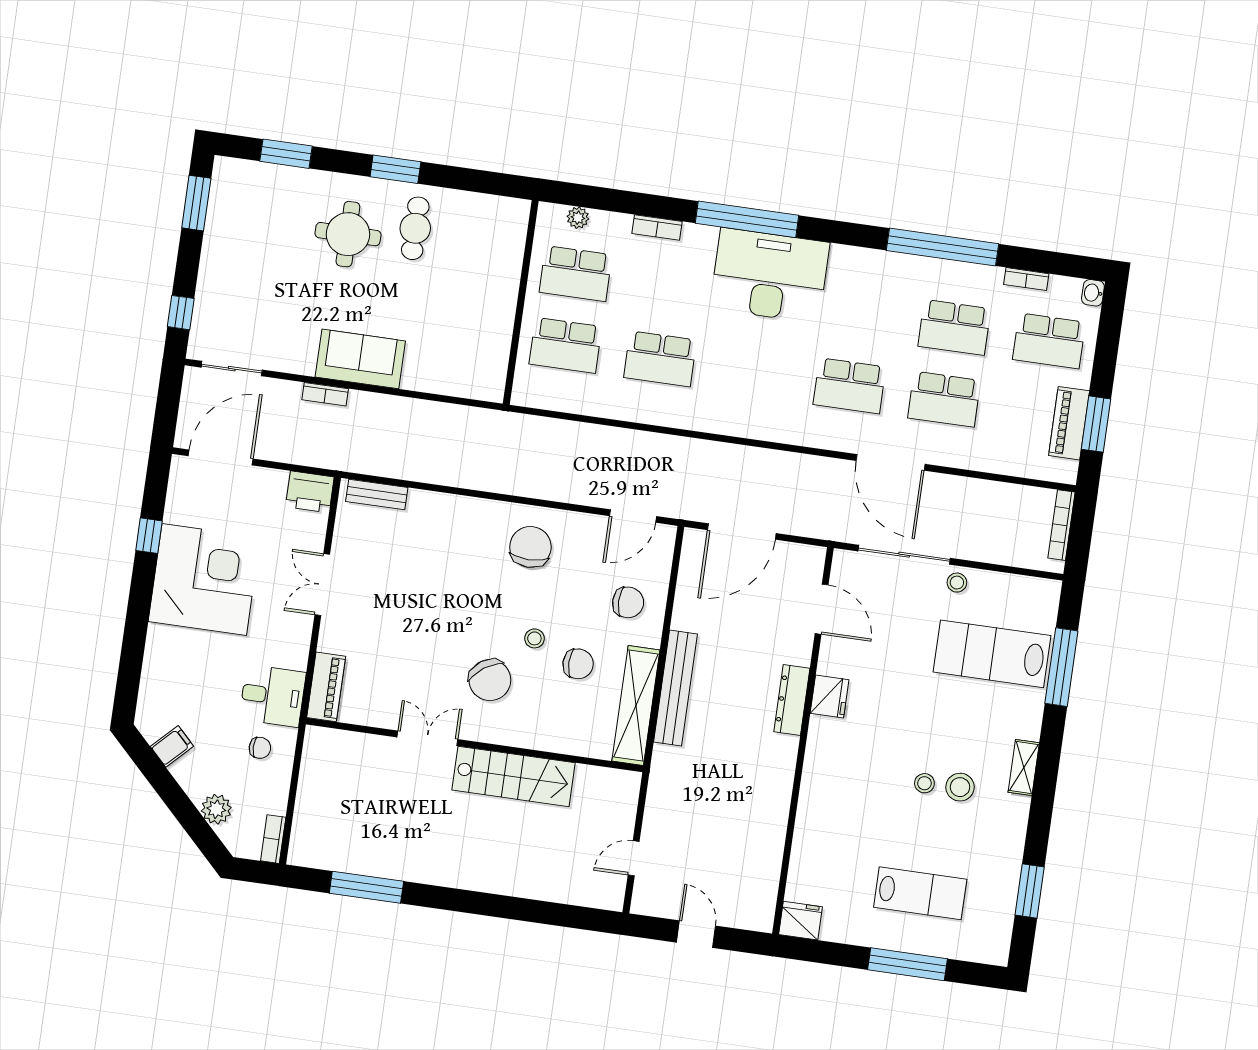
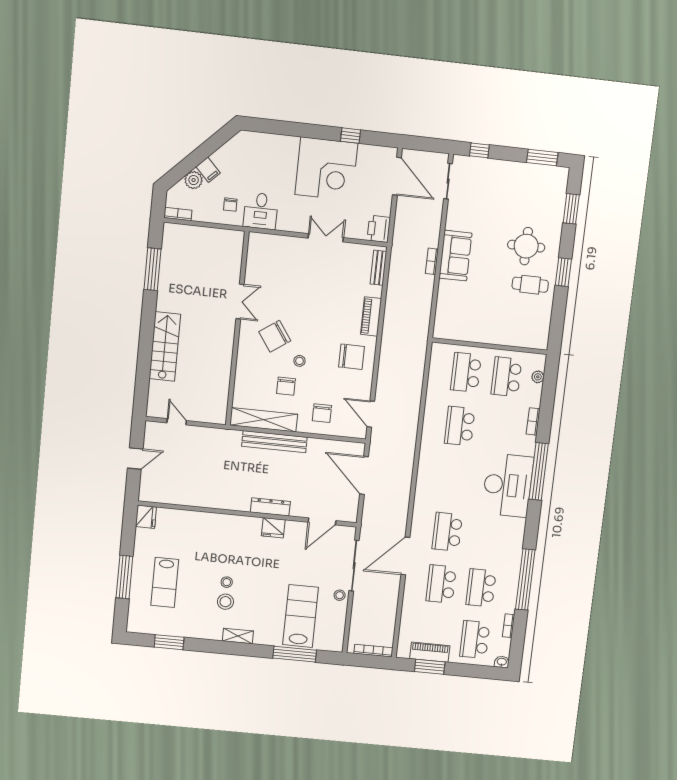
bookcase: (325, 394) -> (432, 261), moved
piano: (326, 687) -> (371, 316), moved, turned 90
filing cabinet: (172, 746) -> (208, 170), moved
stairs: (513, 776) -> (165, 346), moved, turned 180

